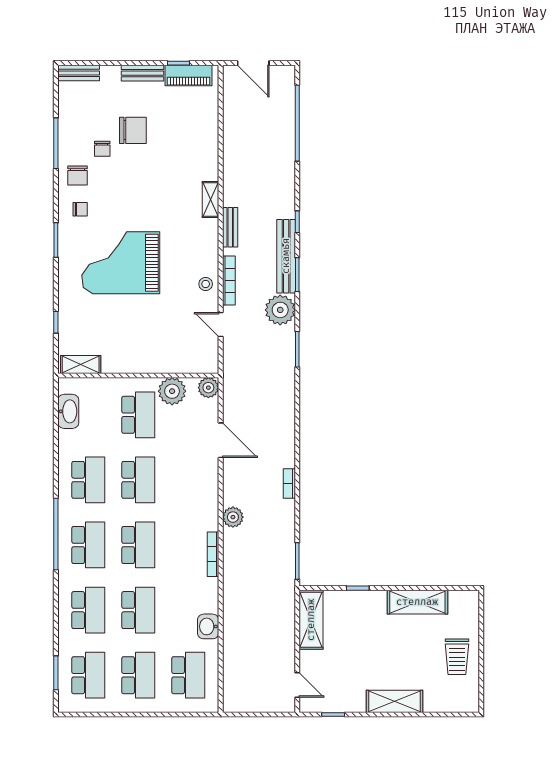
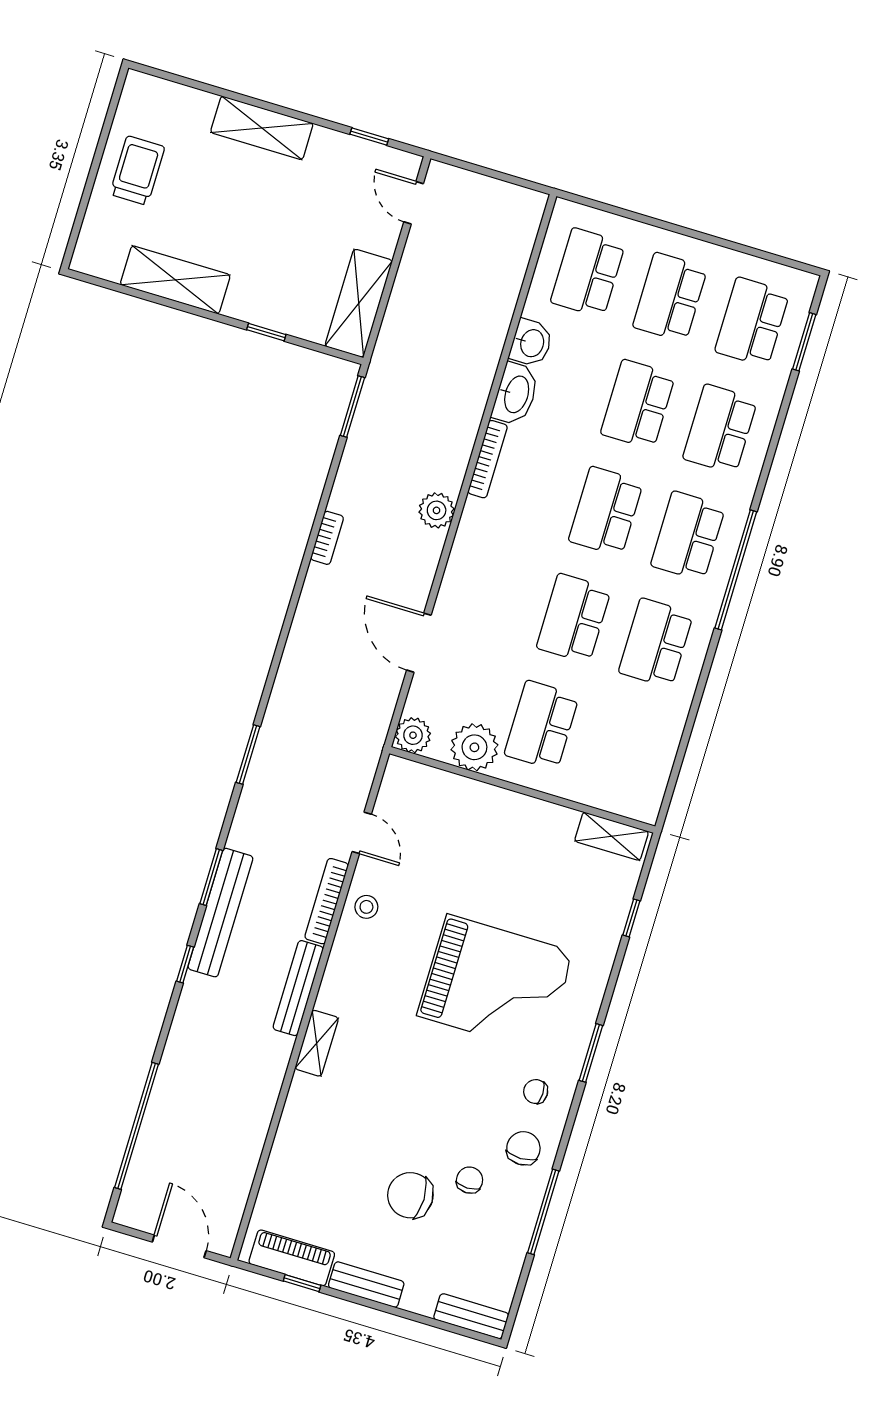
bench: (230, 227) -> (298, 988), width x1.36
plant: (280, 310) -> (257, 828), removed
washbasin: (68, 411) -> (516, 394), moved, turned 180

